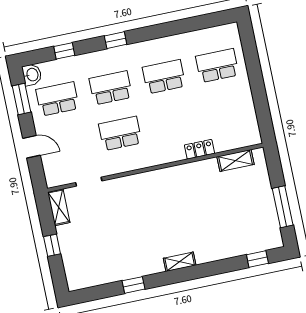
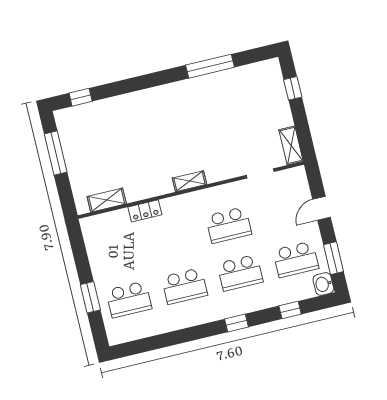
window: (254, 69) -> (90, 297), added
door: (31, 147) -> (322, 208), hinge flipped
window: (52, 245) -> (293, 88), moved
shelving: (180, 262) -> (189, 181), moved
window: (134, 285) -> (210, 66), width x2.17

